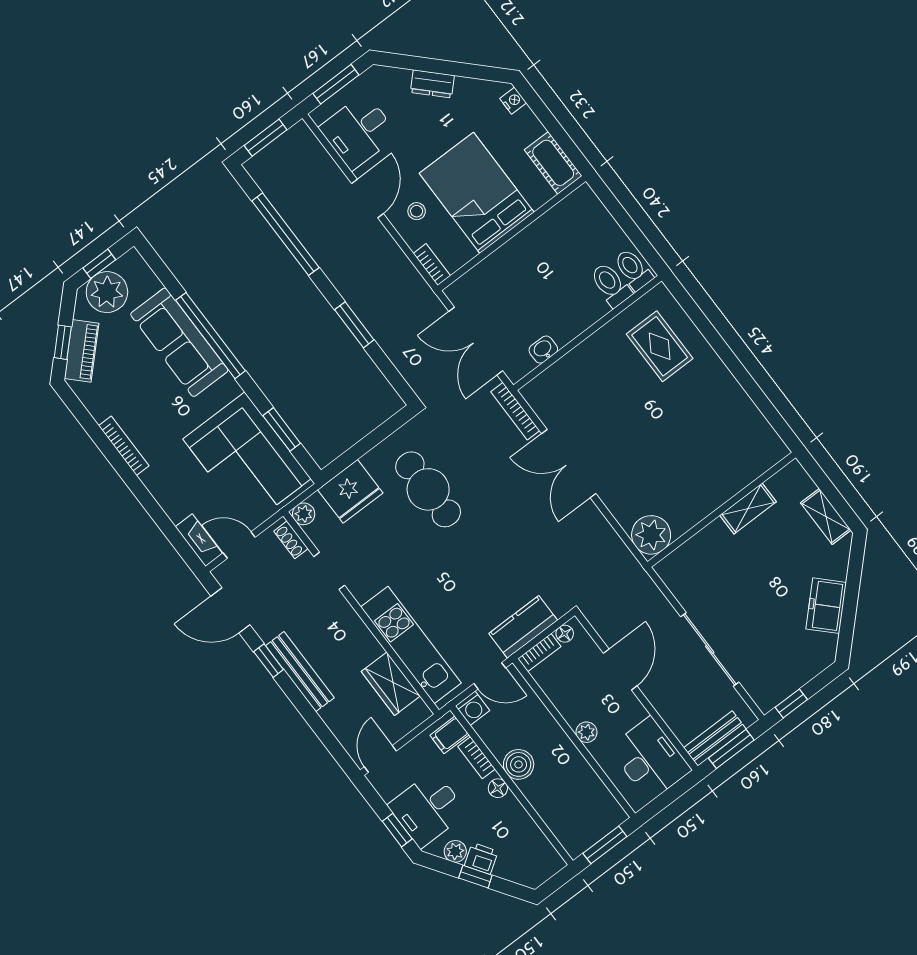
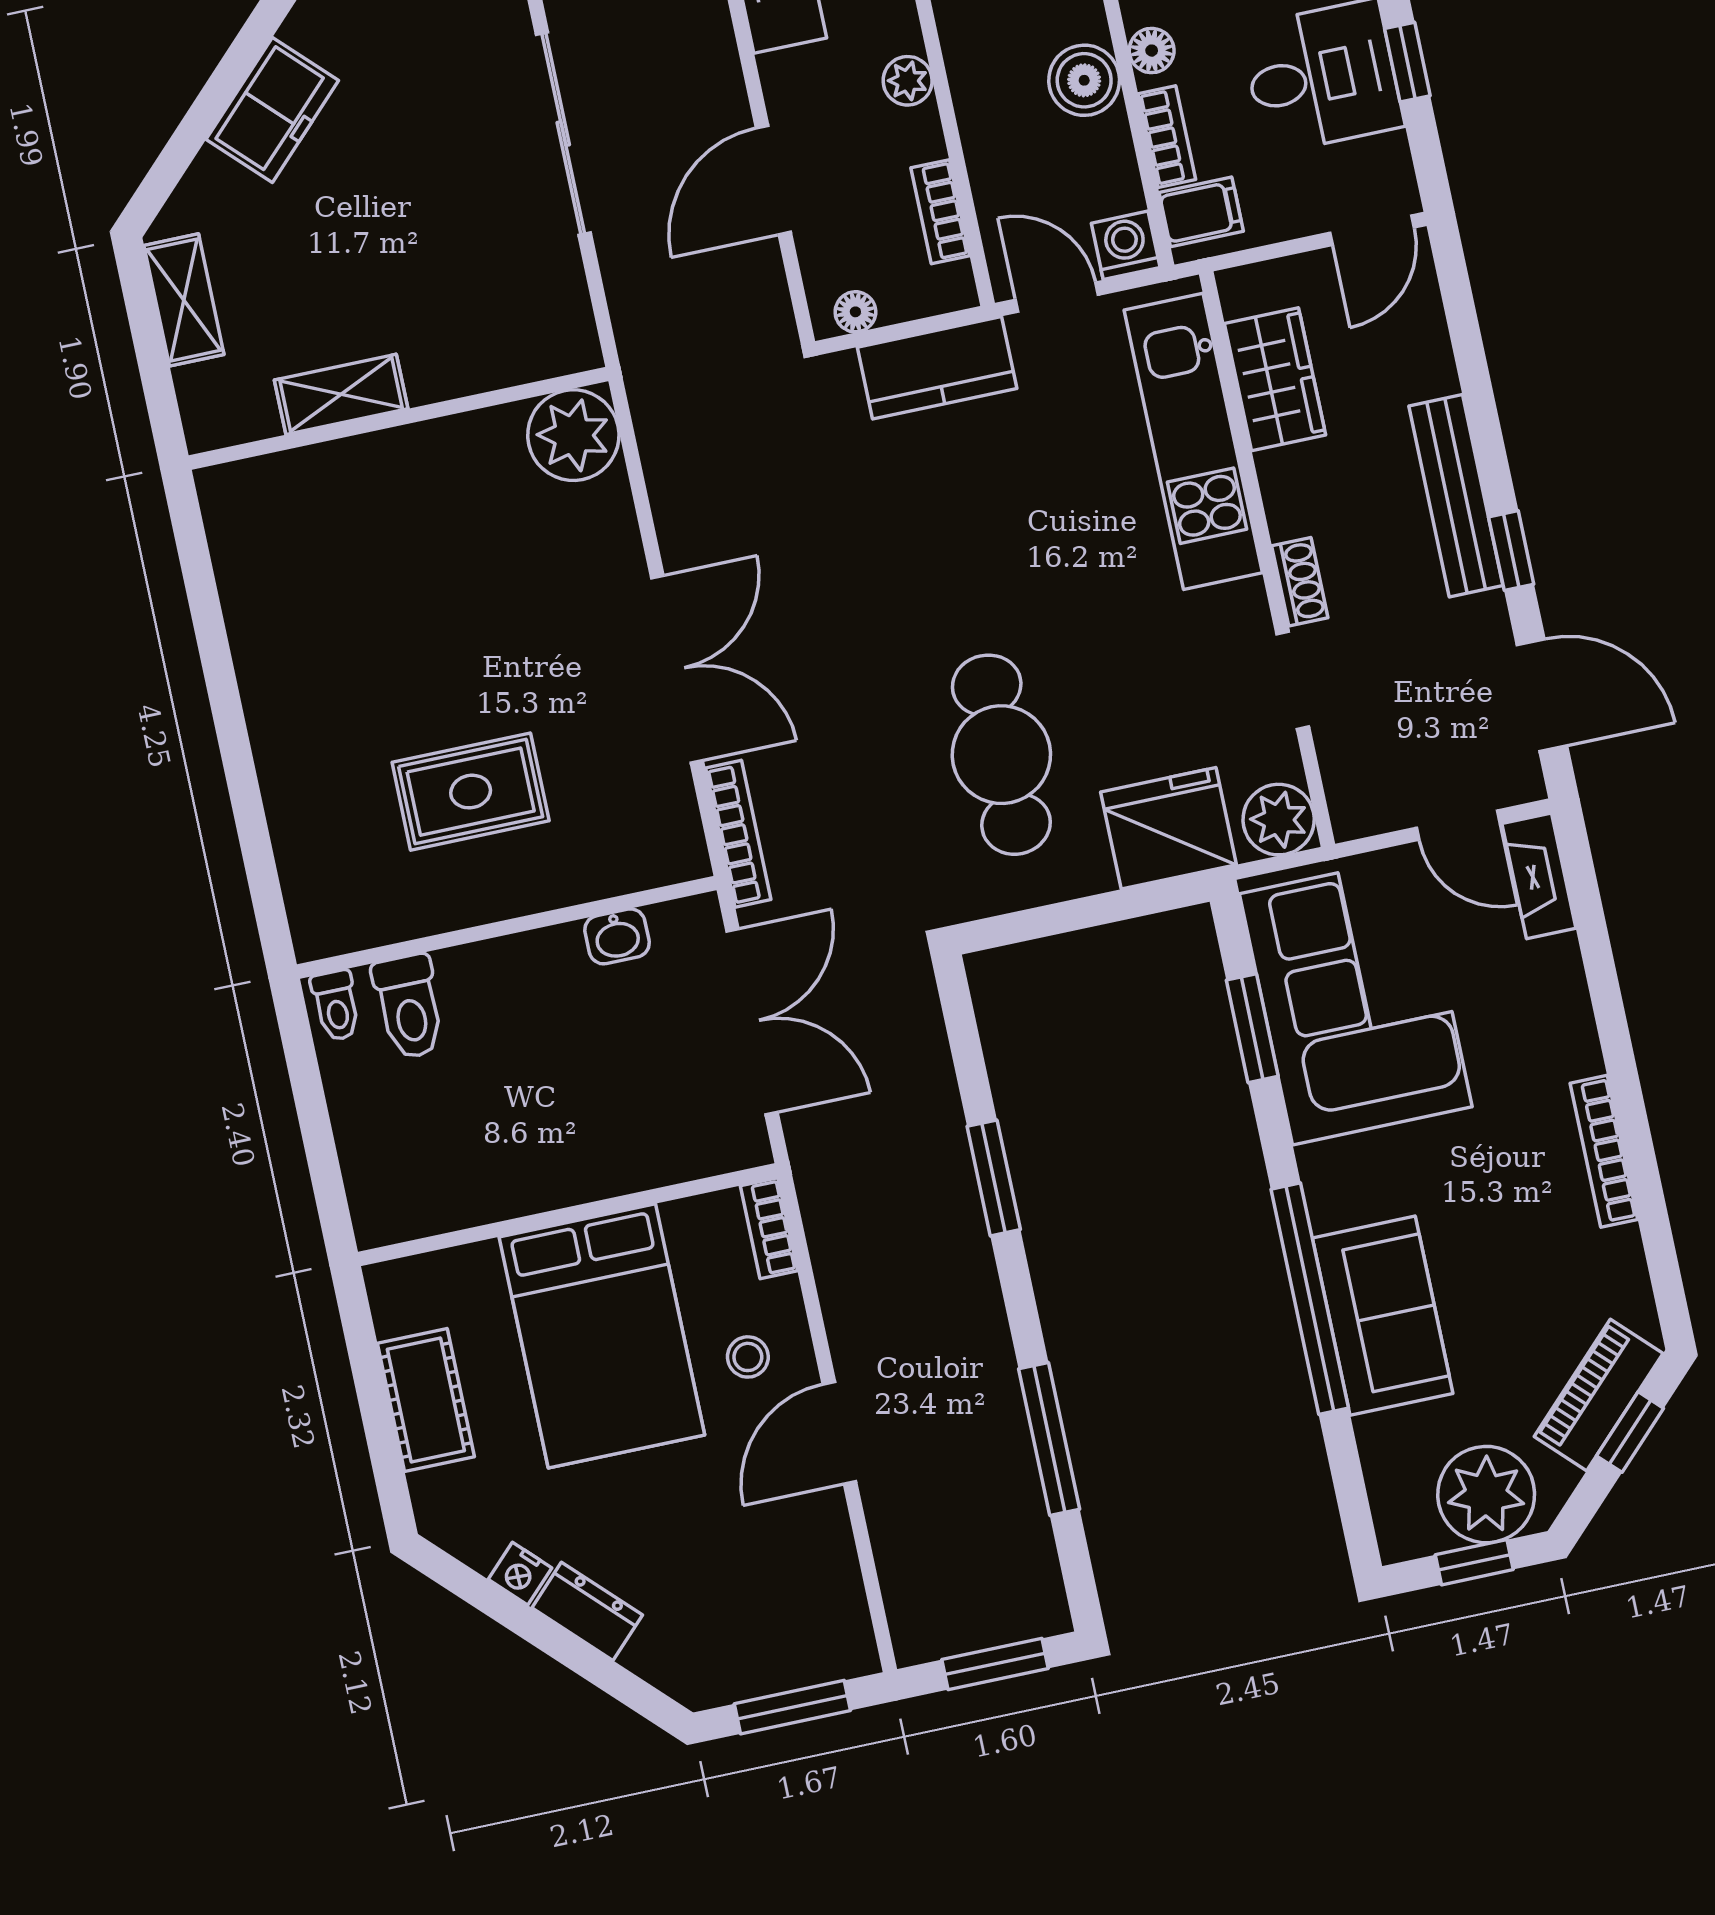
nightstand: (513, 101) -> (520, 1574), moved, turned -45
desk: (358, 131) -> (792, 1584), removed
cot: (553, 163) -> (426, 1400), moved
window: (286, 234) -> (1049, 1439), width x0.68
toilet: (633, 270) -> (336, 1005), width x0.73, depth x0.72
sofa: (179, 342) -> (1383, 1316), width x0.73
rug: (660, 346) -> (471, 792), moved, turned 90
plant: (304, 514) -> (1279, 820), width x1.38, depth x1.38
shoe rack: (291, 540) -> (1300, 582), moved
bookcase: (539, 653) -> (940, 212), moved, turned -90

